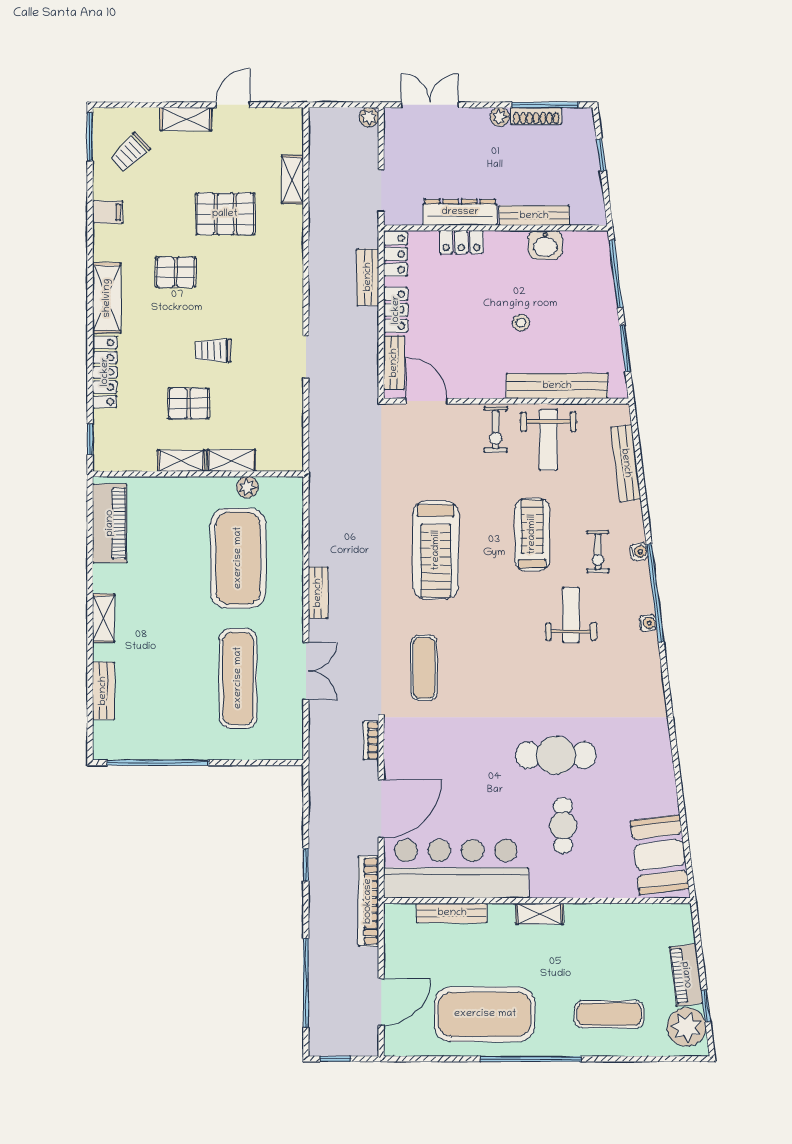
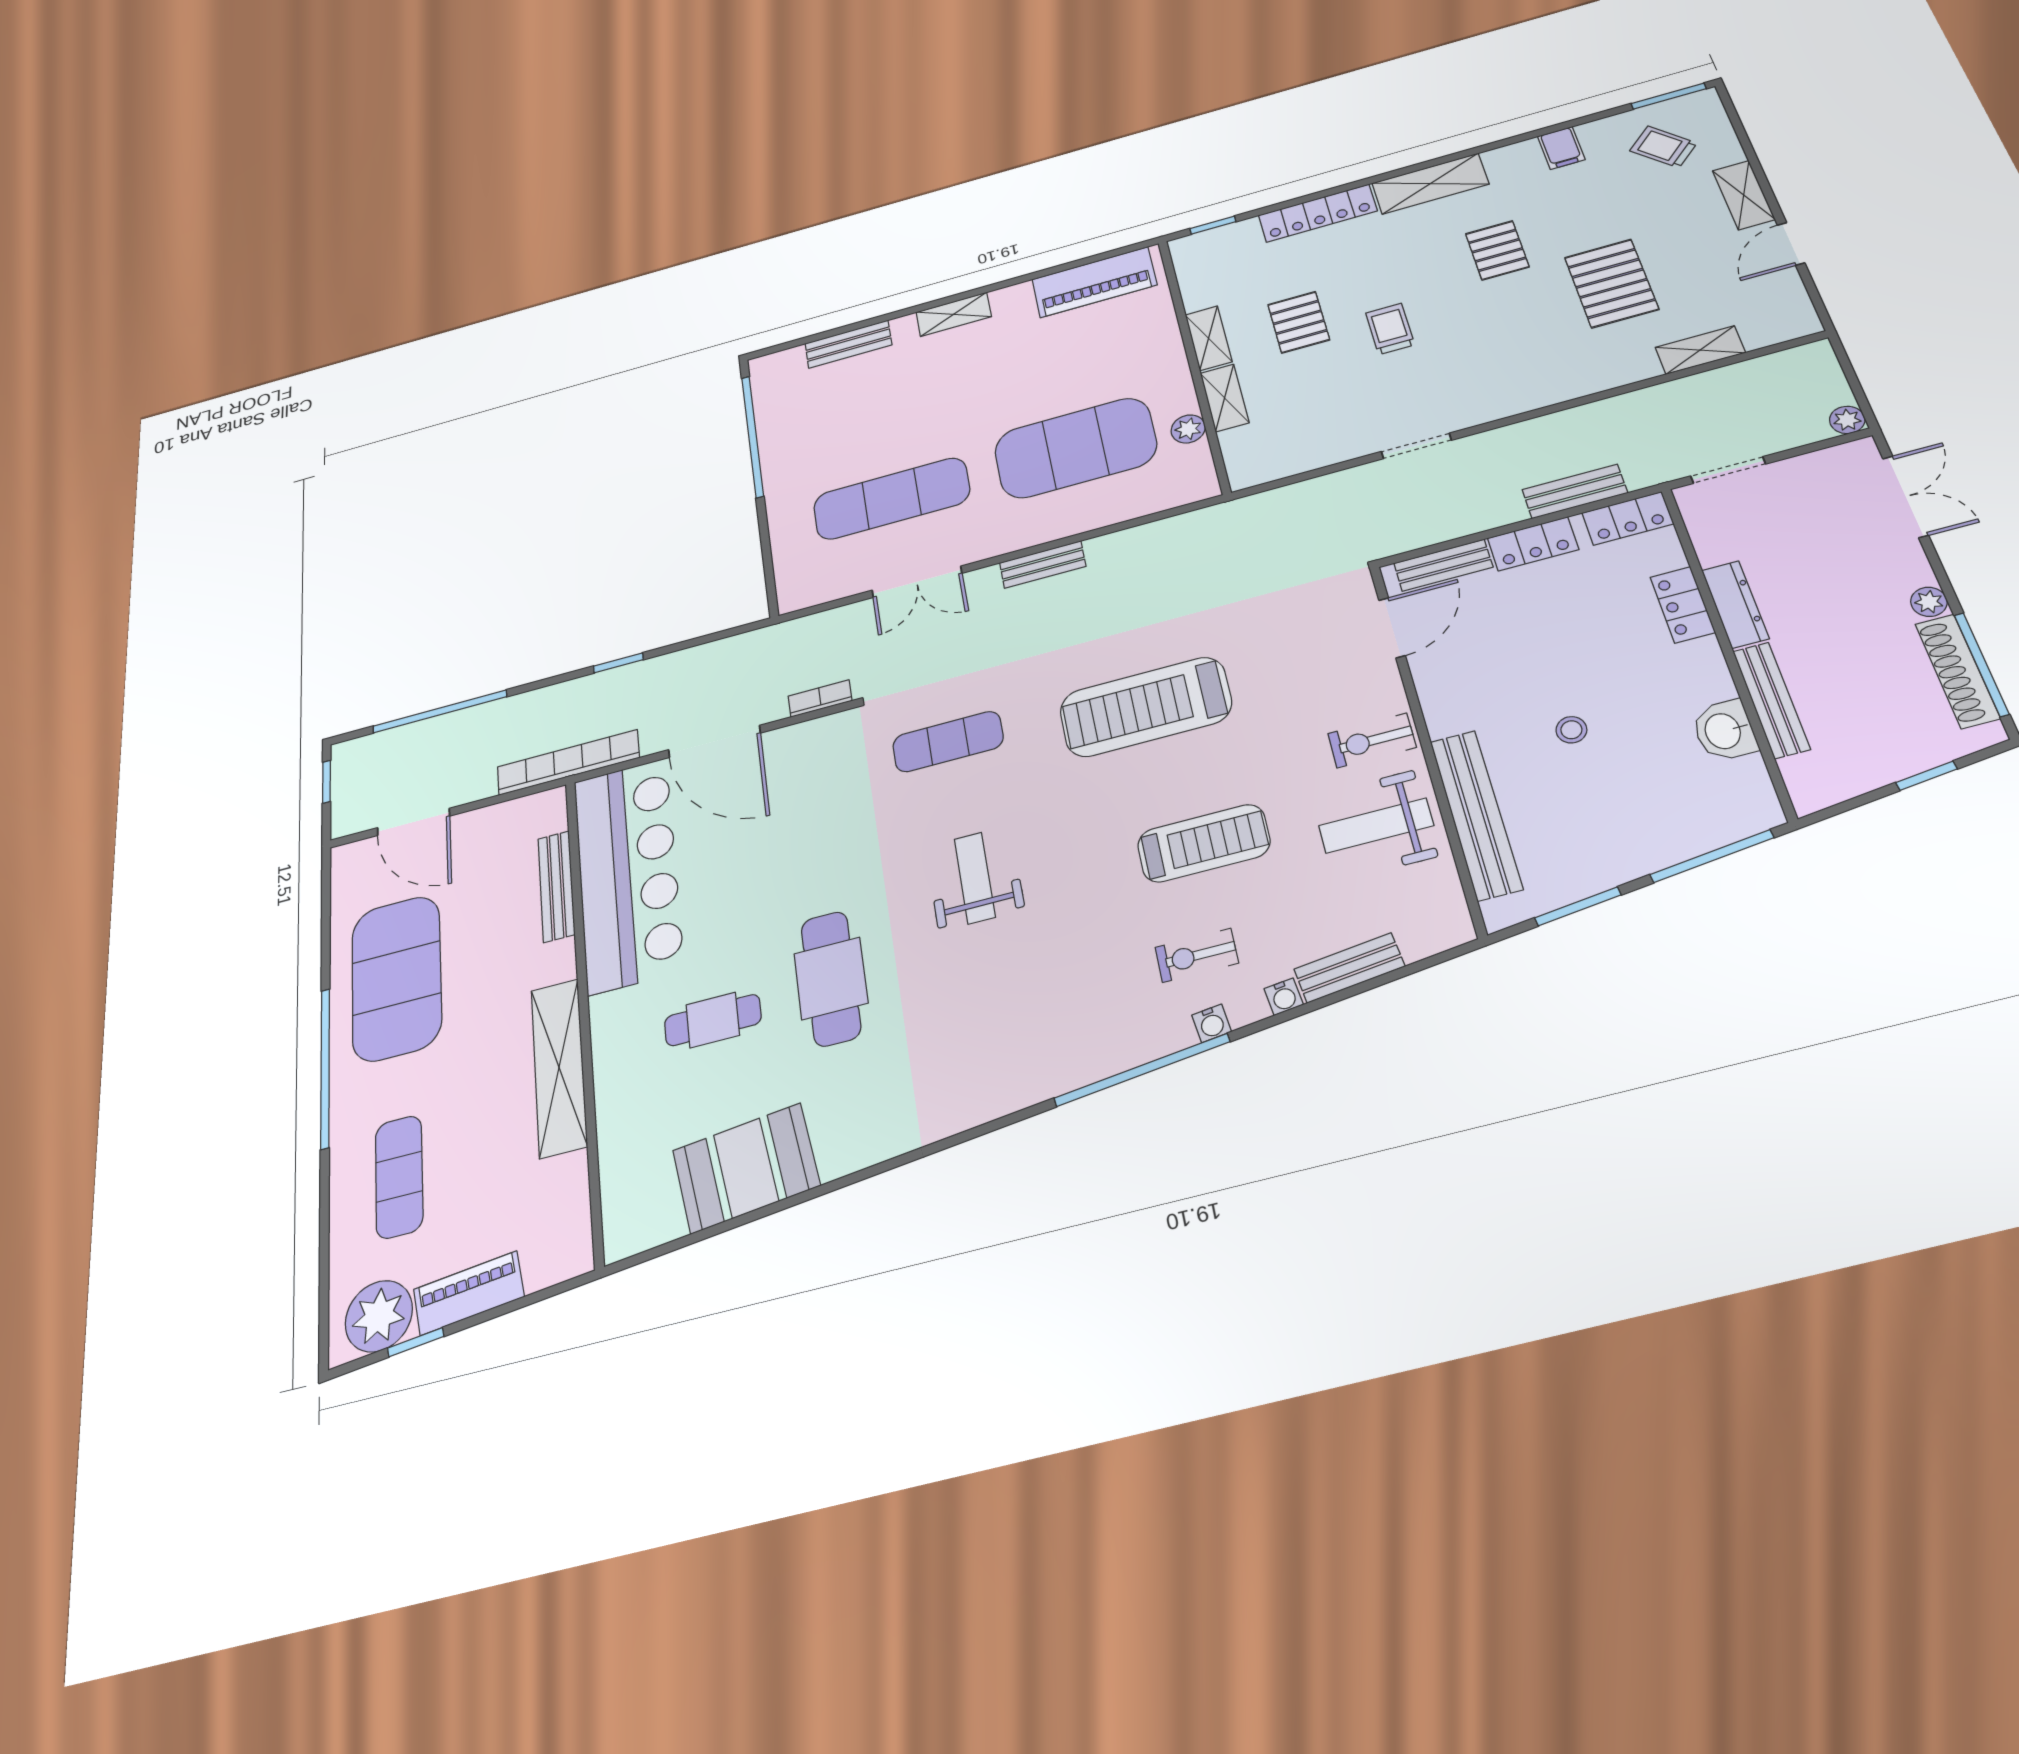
door: (233, 105) -> (1791, 244), swing flipped
shoe rack: (536, 116) -> (1957, 671), width x1.36, depth x1.24
dresser: (460, 212) -> (1735, 604), width x0.73, depth x0.80
bench: (626, 463) -> (1349, 968), width x0.73
weight bench: (571, 615) -> (975, 878), moved, turned -90
water cooler: (648, 623) -> (1284, 997), moved
booth: (660, 855) -> (746, 1168), moved
shelving: (539, 914) -> (559, 1067), width x2.20, depth x1.33

